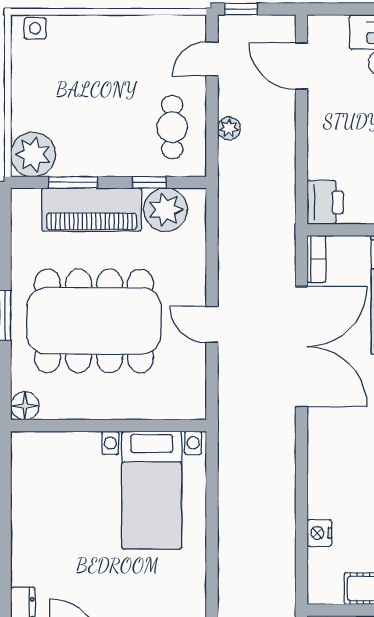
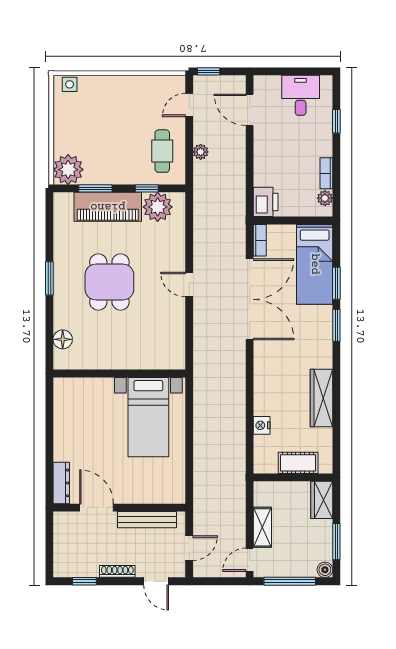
dining table: (94, 321) -> (109, 282), width x0.53, depth x0.80
wall: (109, 426) -> (119, 373), moved
bed with nightstands: (152, 490) -> (148, 417), moved

